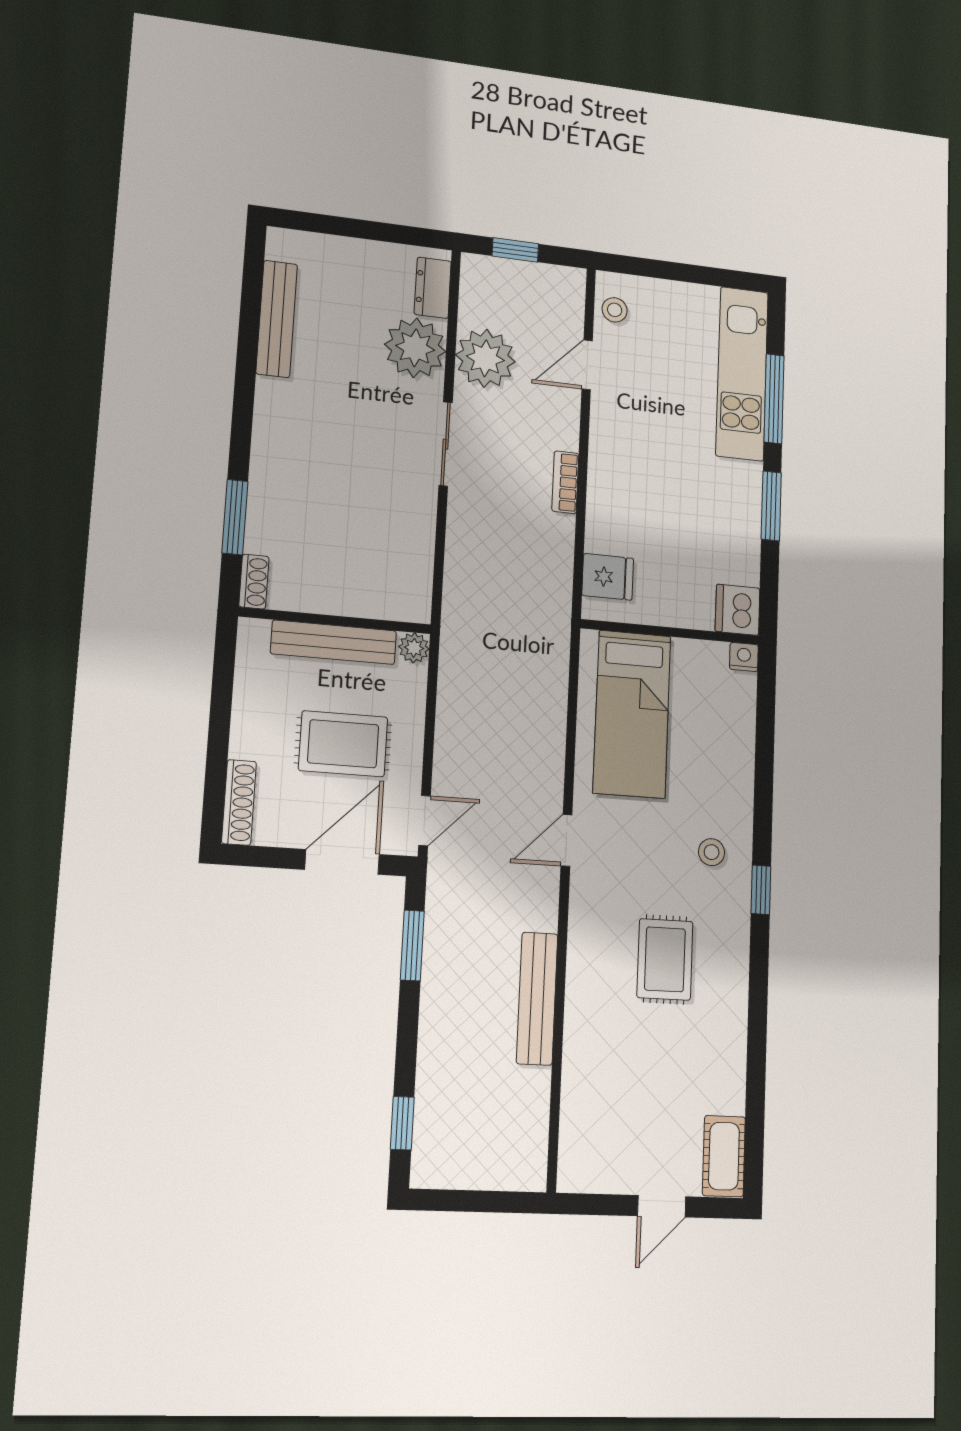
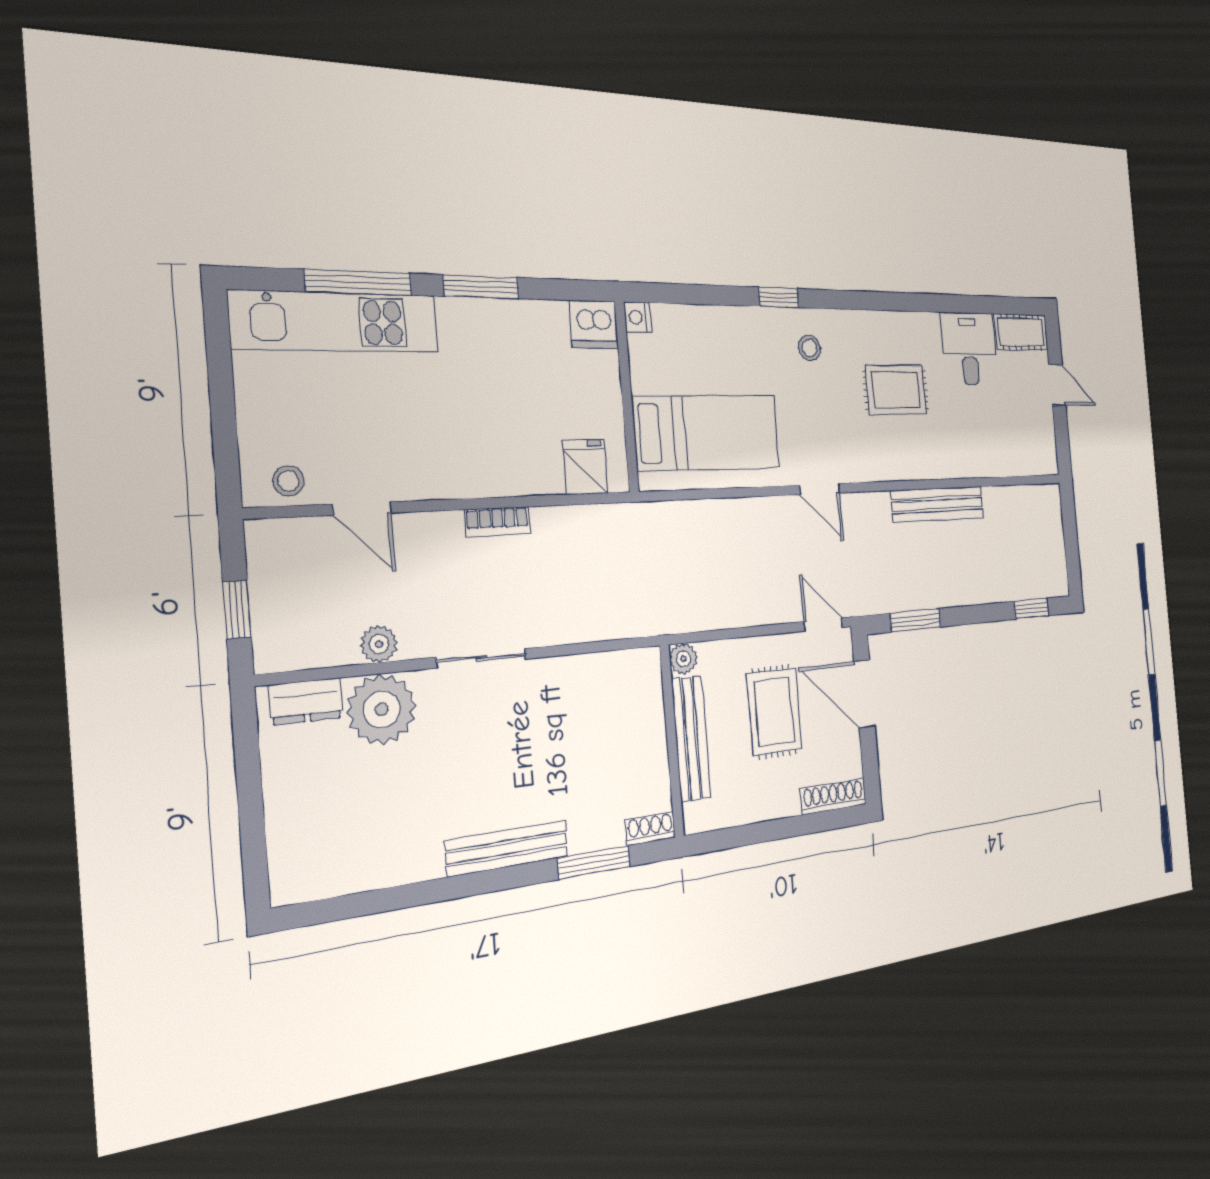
bench: (277, 319) -> (507, 849), moved
plant: (485, 358) -> (379, 644), width x0.53, depth x0.53
window: (761, 890) -> (779, 297), moved
desk: (707, 1073) -> (969, 349), added

